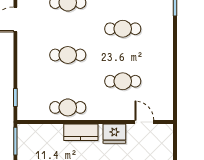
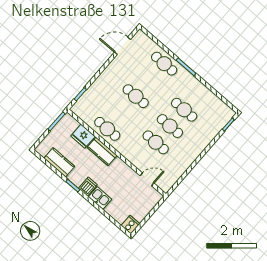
cafe table: (123, 55) -> (170, 126), added
door: (144, 122) -> (147, 179), hinge flipped
fridge: (114, 134) -> (83, 136), moved

